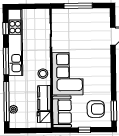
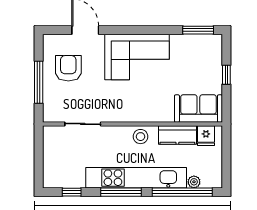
kitchen unit: (15, 42) -> (136, 178), moved
corner sofa: (68, 74) -> (137, 57), moved, turned 180
armchair: (96, 109) -> (68, 68), moved

